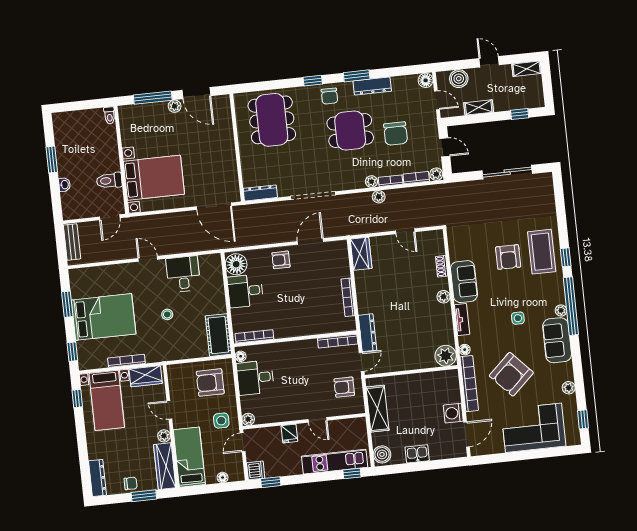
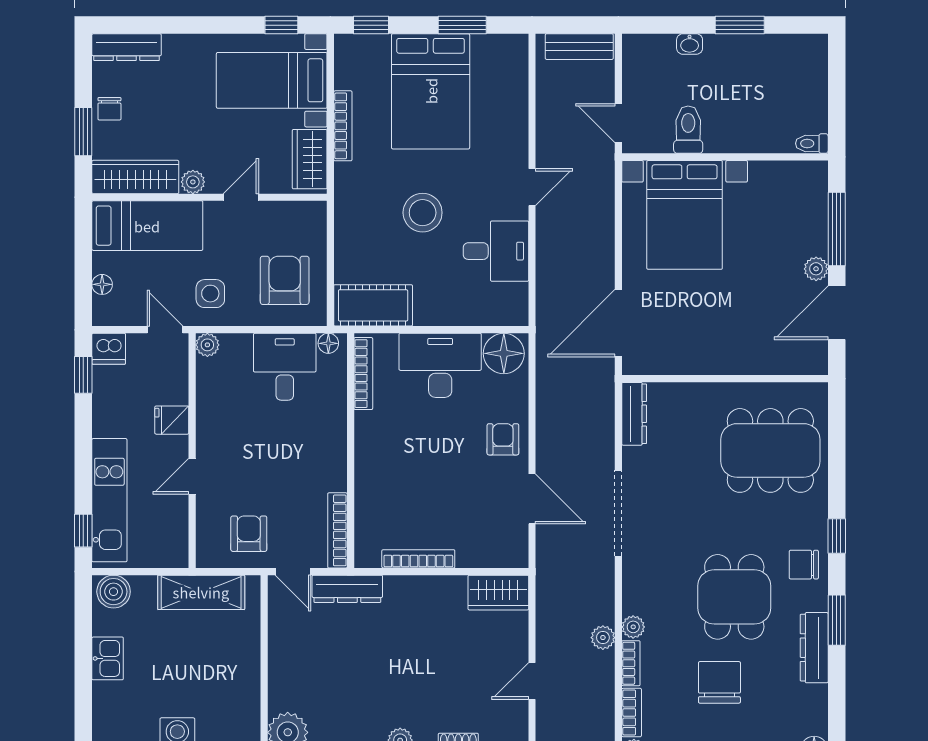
chair: (396, 134) -> (719, 682), turned 90
desk: (245, 291) -> (440, 365), width x1.37
stool: (167, 314) -> (423, 213), width x1.89, depth x1.89

